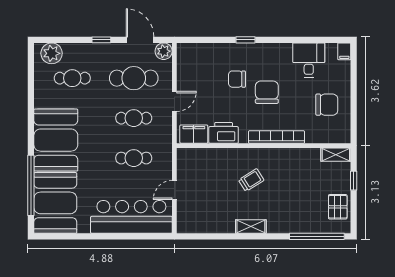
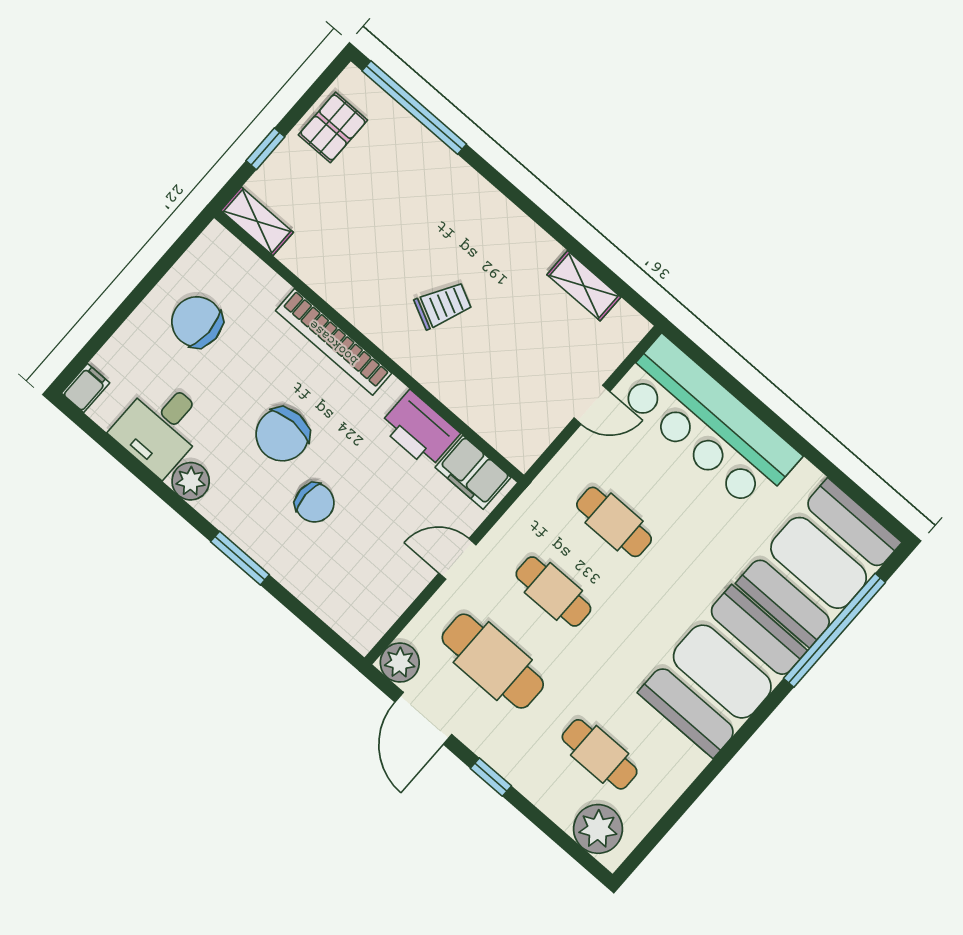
window: (245, 40) -> (240, 558), width x1.50
plant: (283, 51) -> (191, 481), added
trolley: (251, 180) -> (443, 305), turned 148
shelving: (251, 227) -> (584, 286), moved

